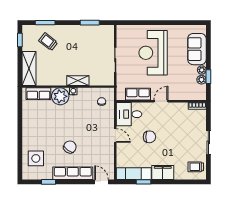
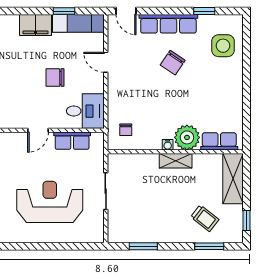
reception desk: (153, 53) -> (50, 202), turned -90
shelving: (78, 81) -> (176, 161), moved
door: (115, 136) -> (106, 62), moved

